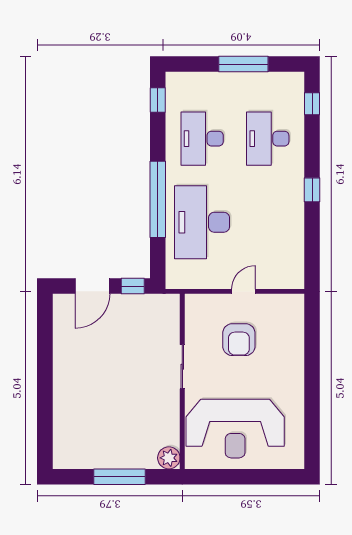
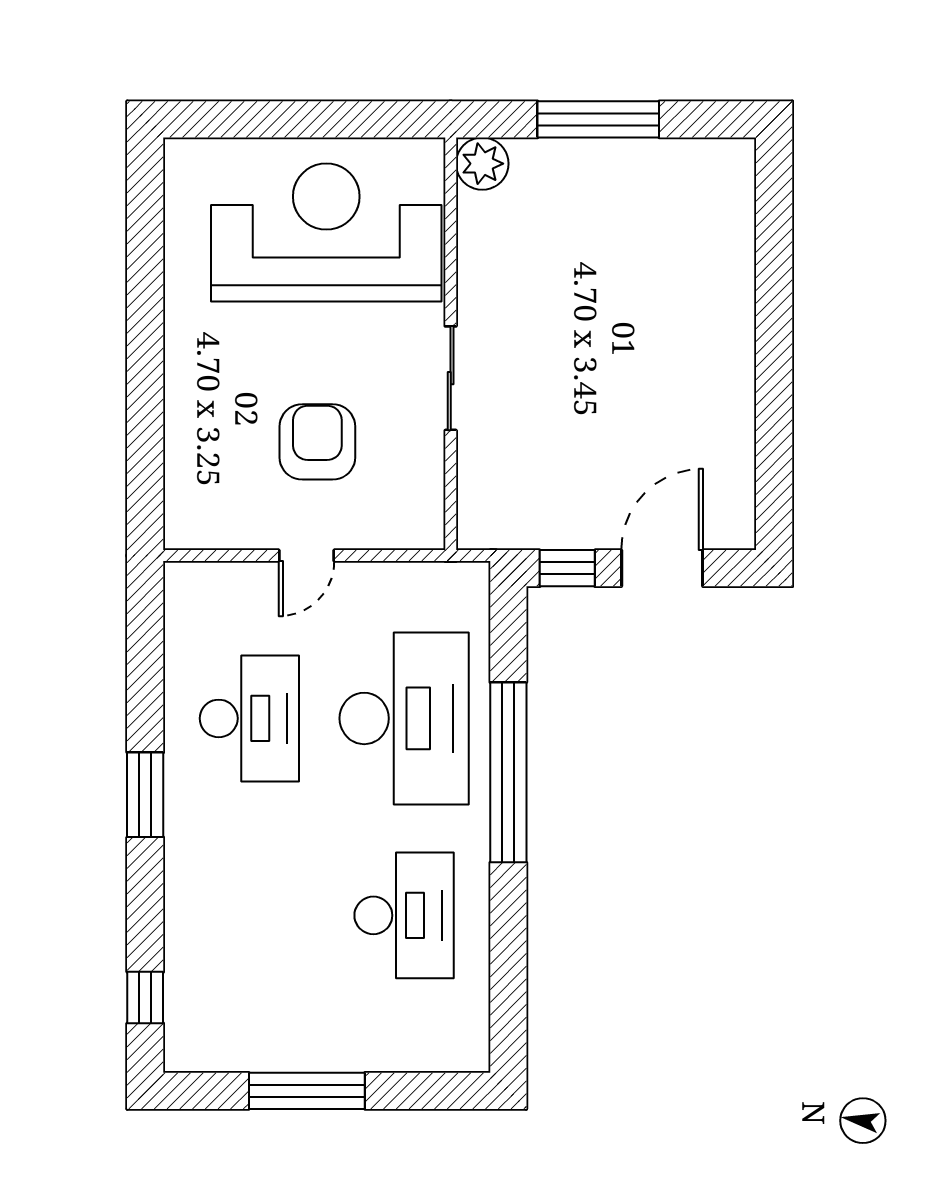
window: (158, 100) -> (508, 1006), removed
desk: (268, 139) -> (249, 718), moved
window: (312, 190) -> (145, 795), width x1.50

